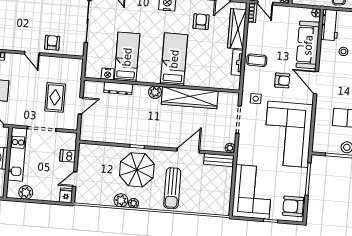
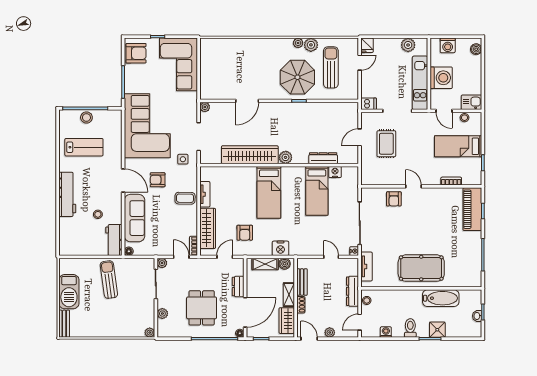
dishwasher: (68, 156) -> (369, 104), moved
bench: (219, 160) -> (215, 94), removed
sun lounger: (172, 188) -> (331, 67), moved

